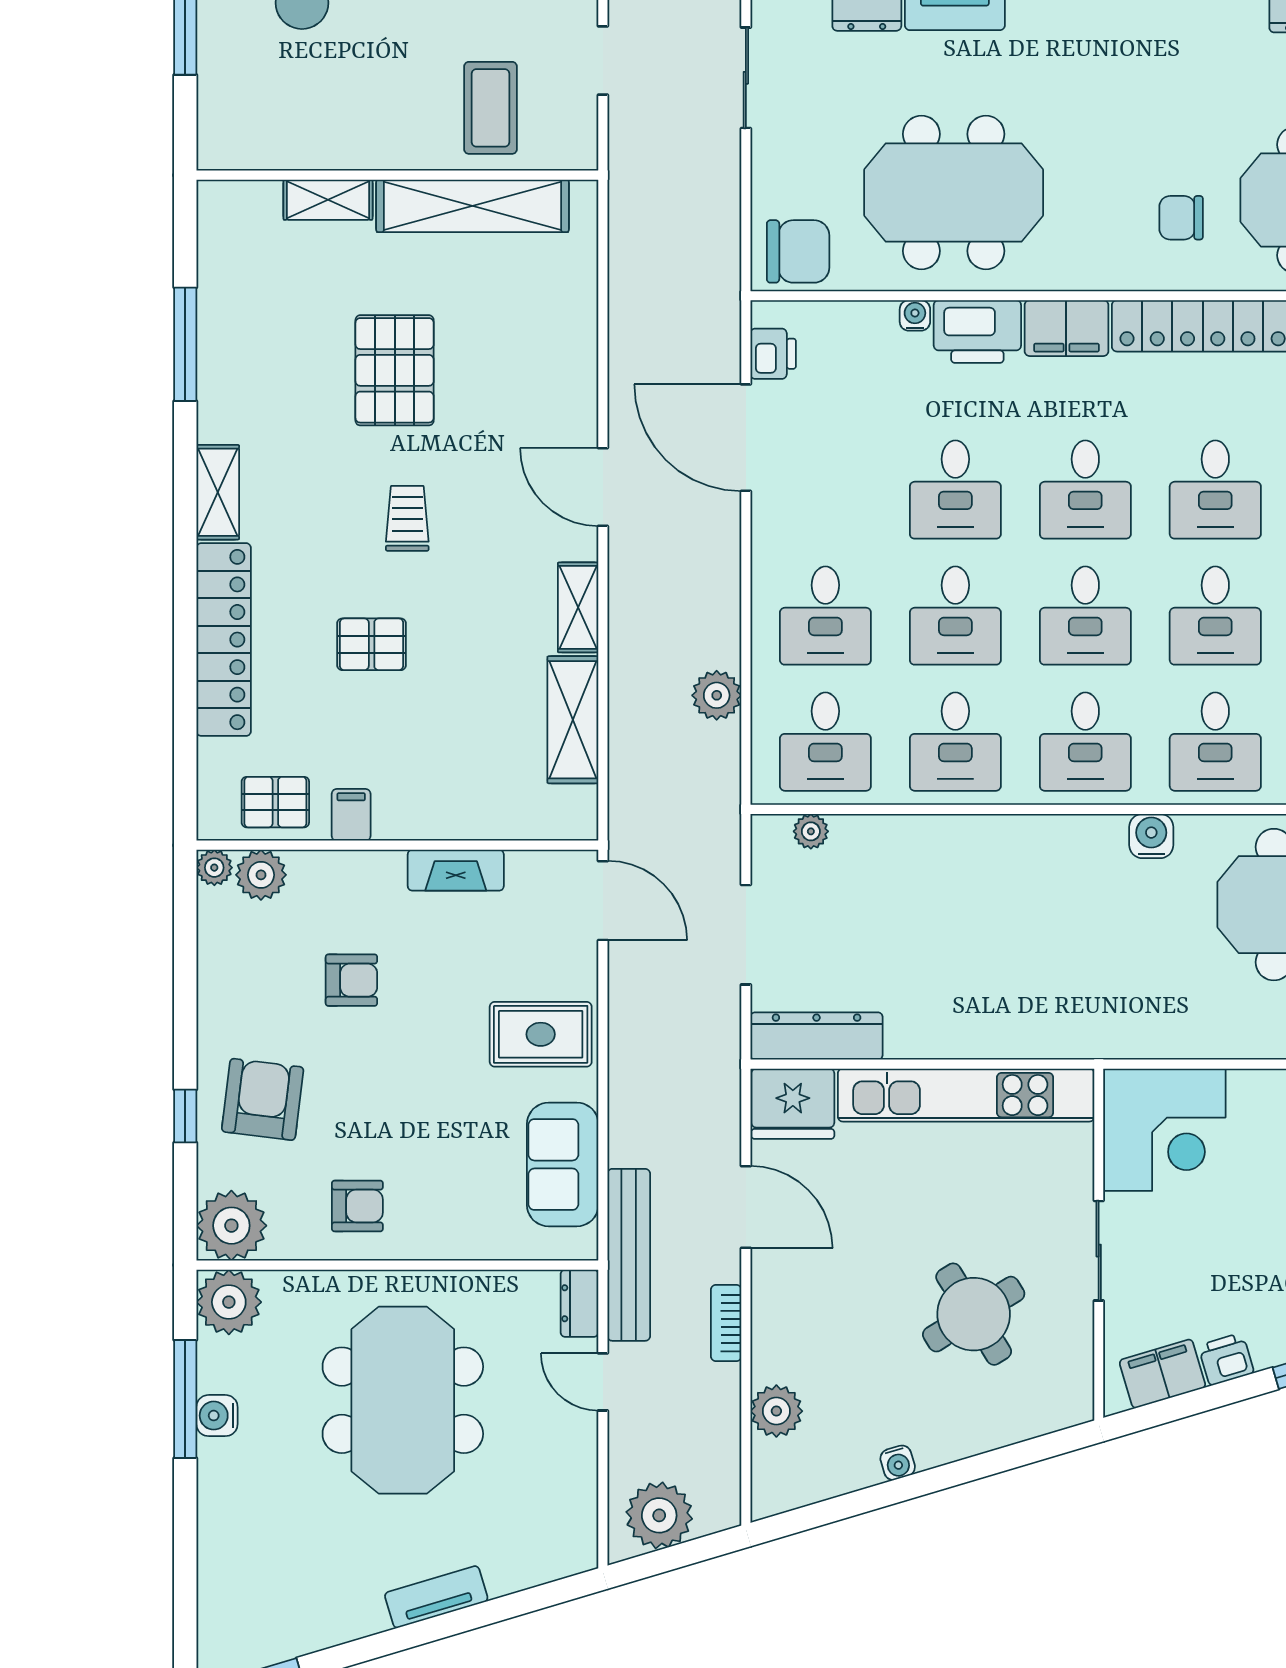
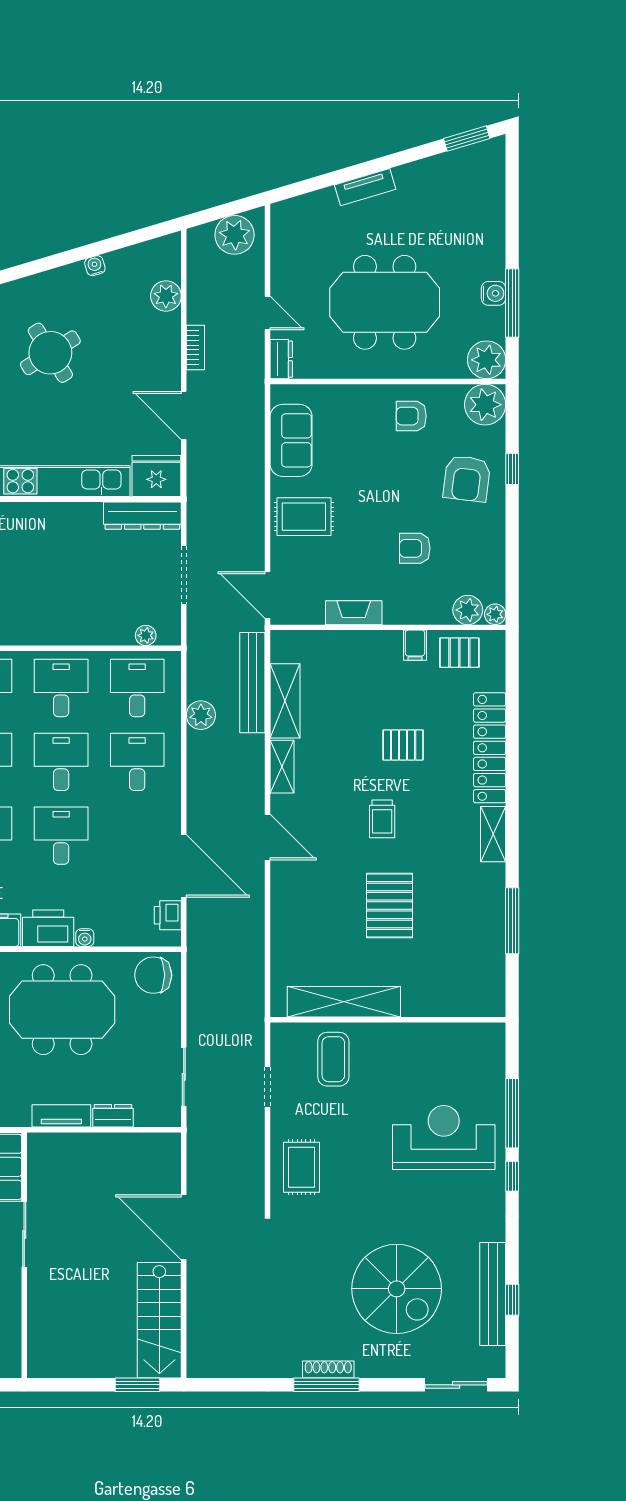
shelving: (328, 200) -> (429, 1005), removed
bench: (629, 1255) -> (252, 683), moved
meeting table: (403, 1400) -> (385, 302), turned 90

